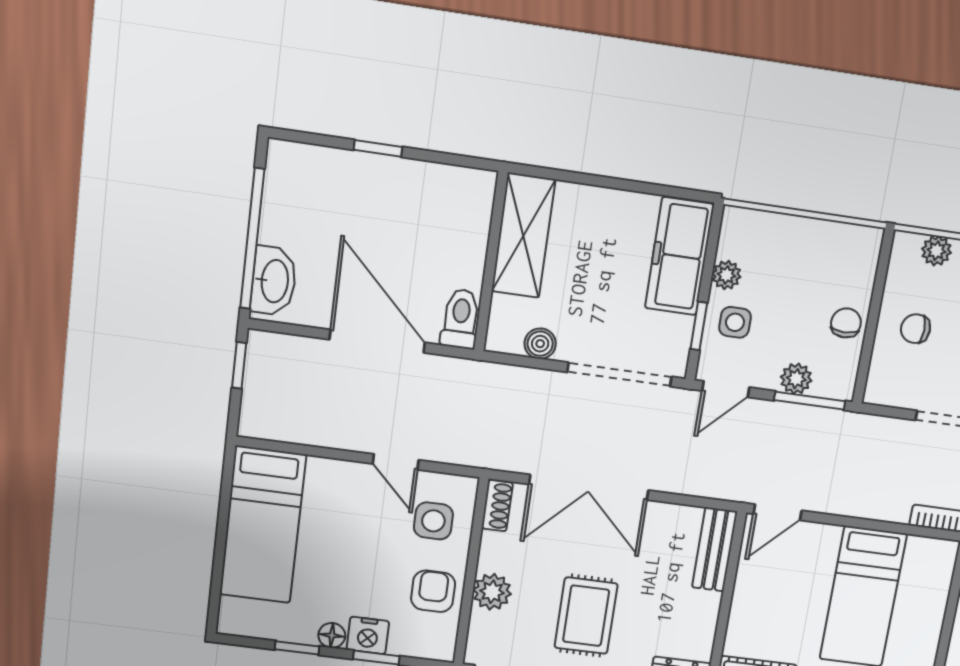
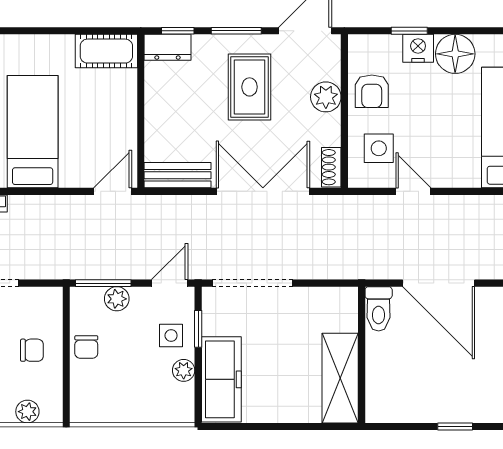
boiler: (540, 344) -> (316, 298), removed
bench: (715, 549) -> (178, 175), moved, turned 90
floor lamp: (332, 635) -> (455, 54), width x1.89, depth x1.89
window: (297, 648) -> (472, 31), removed

